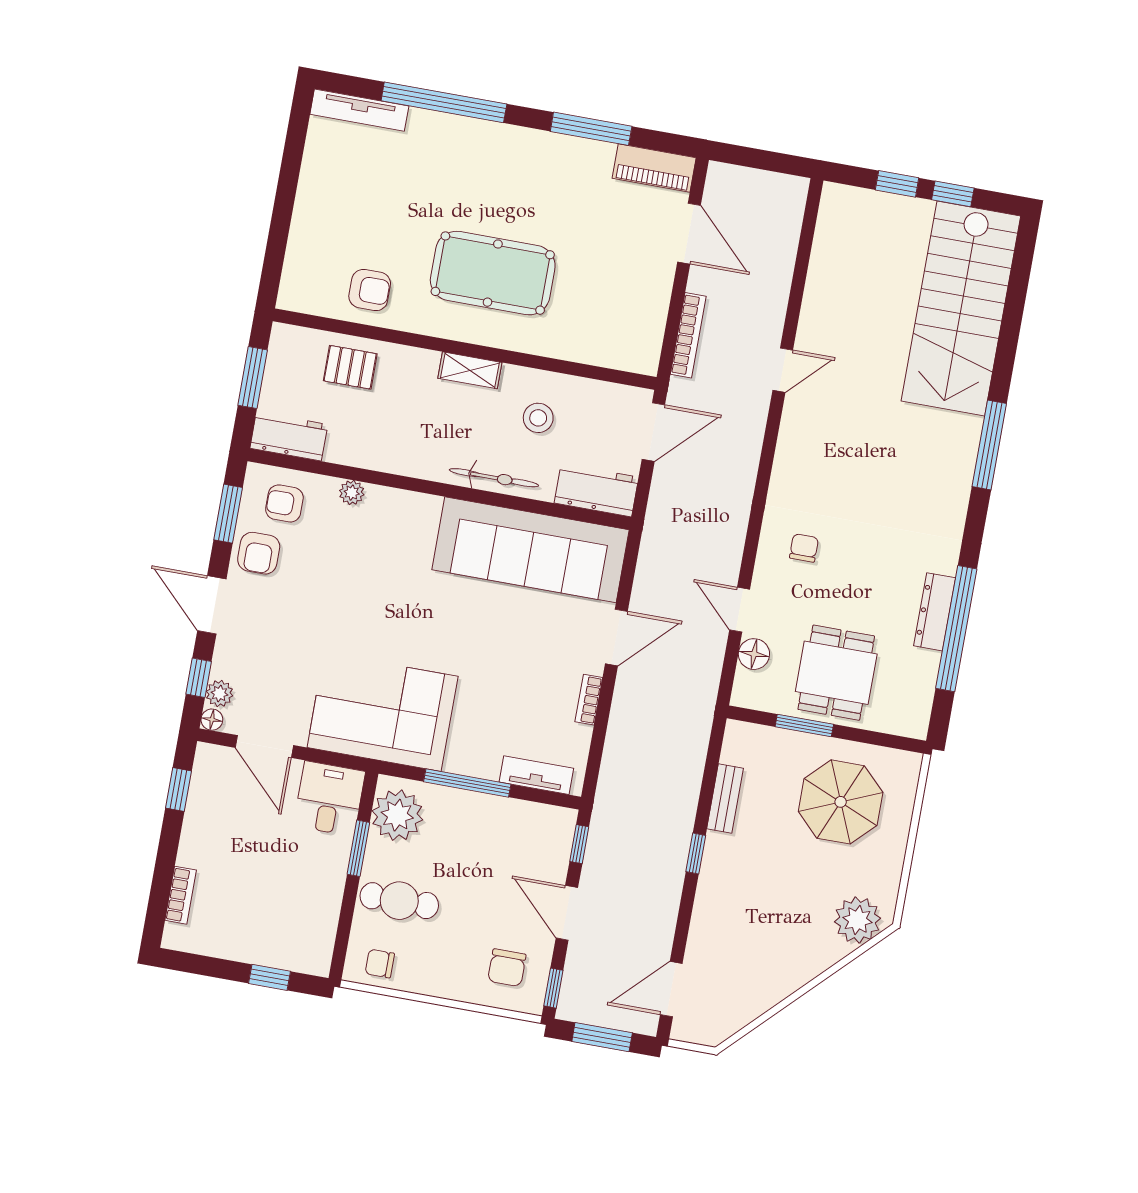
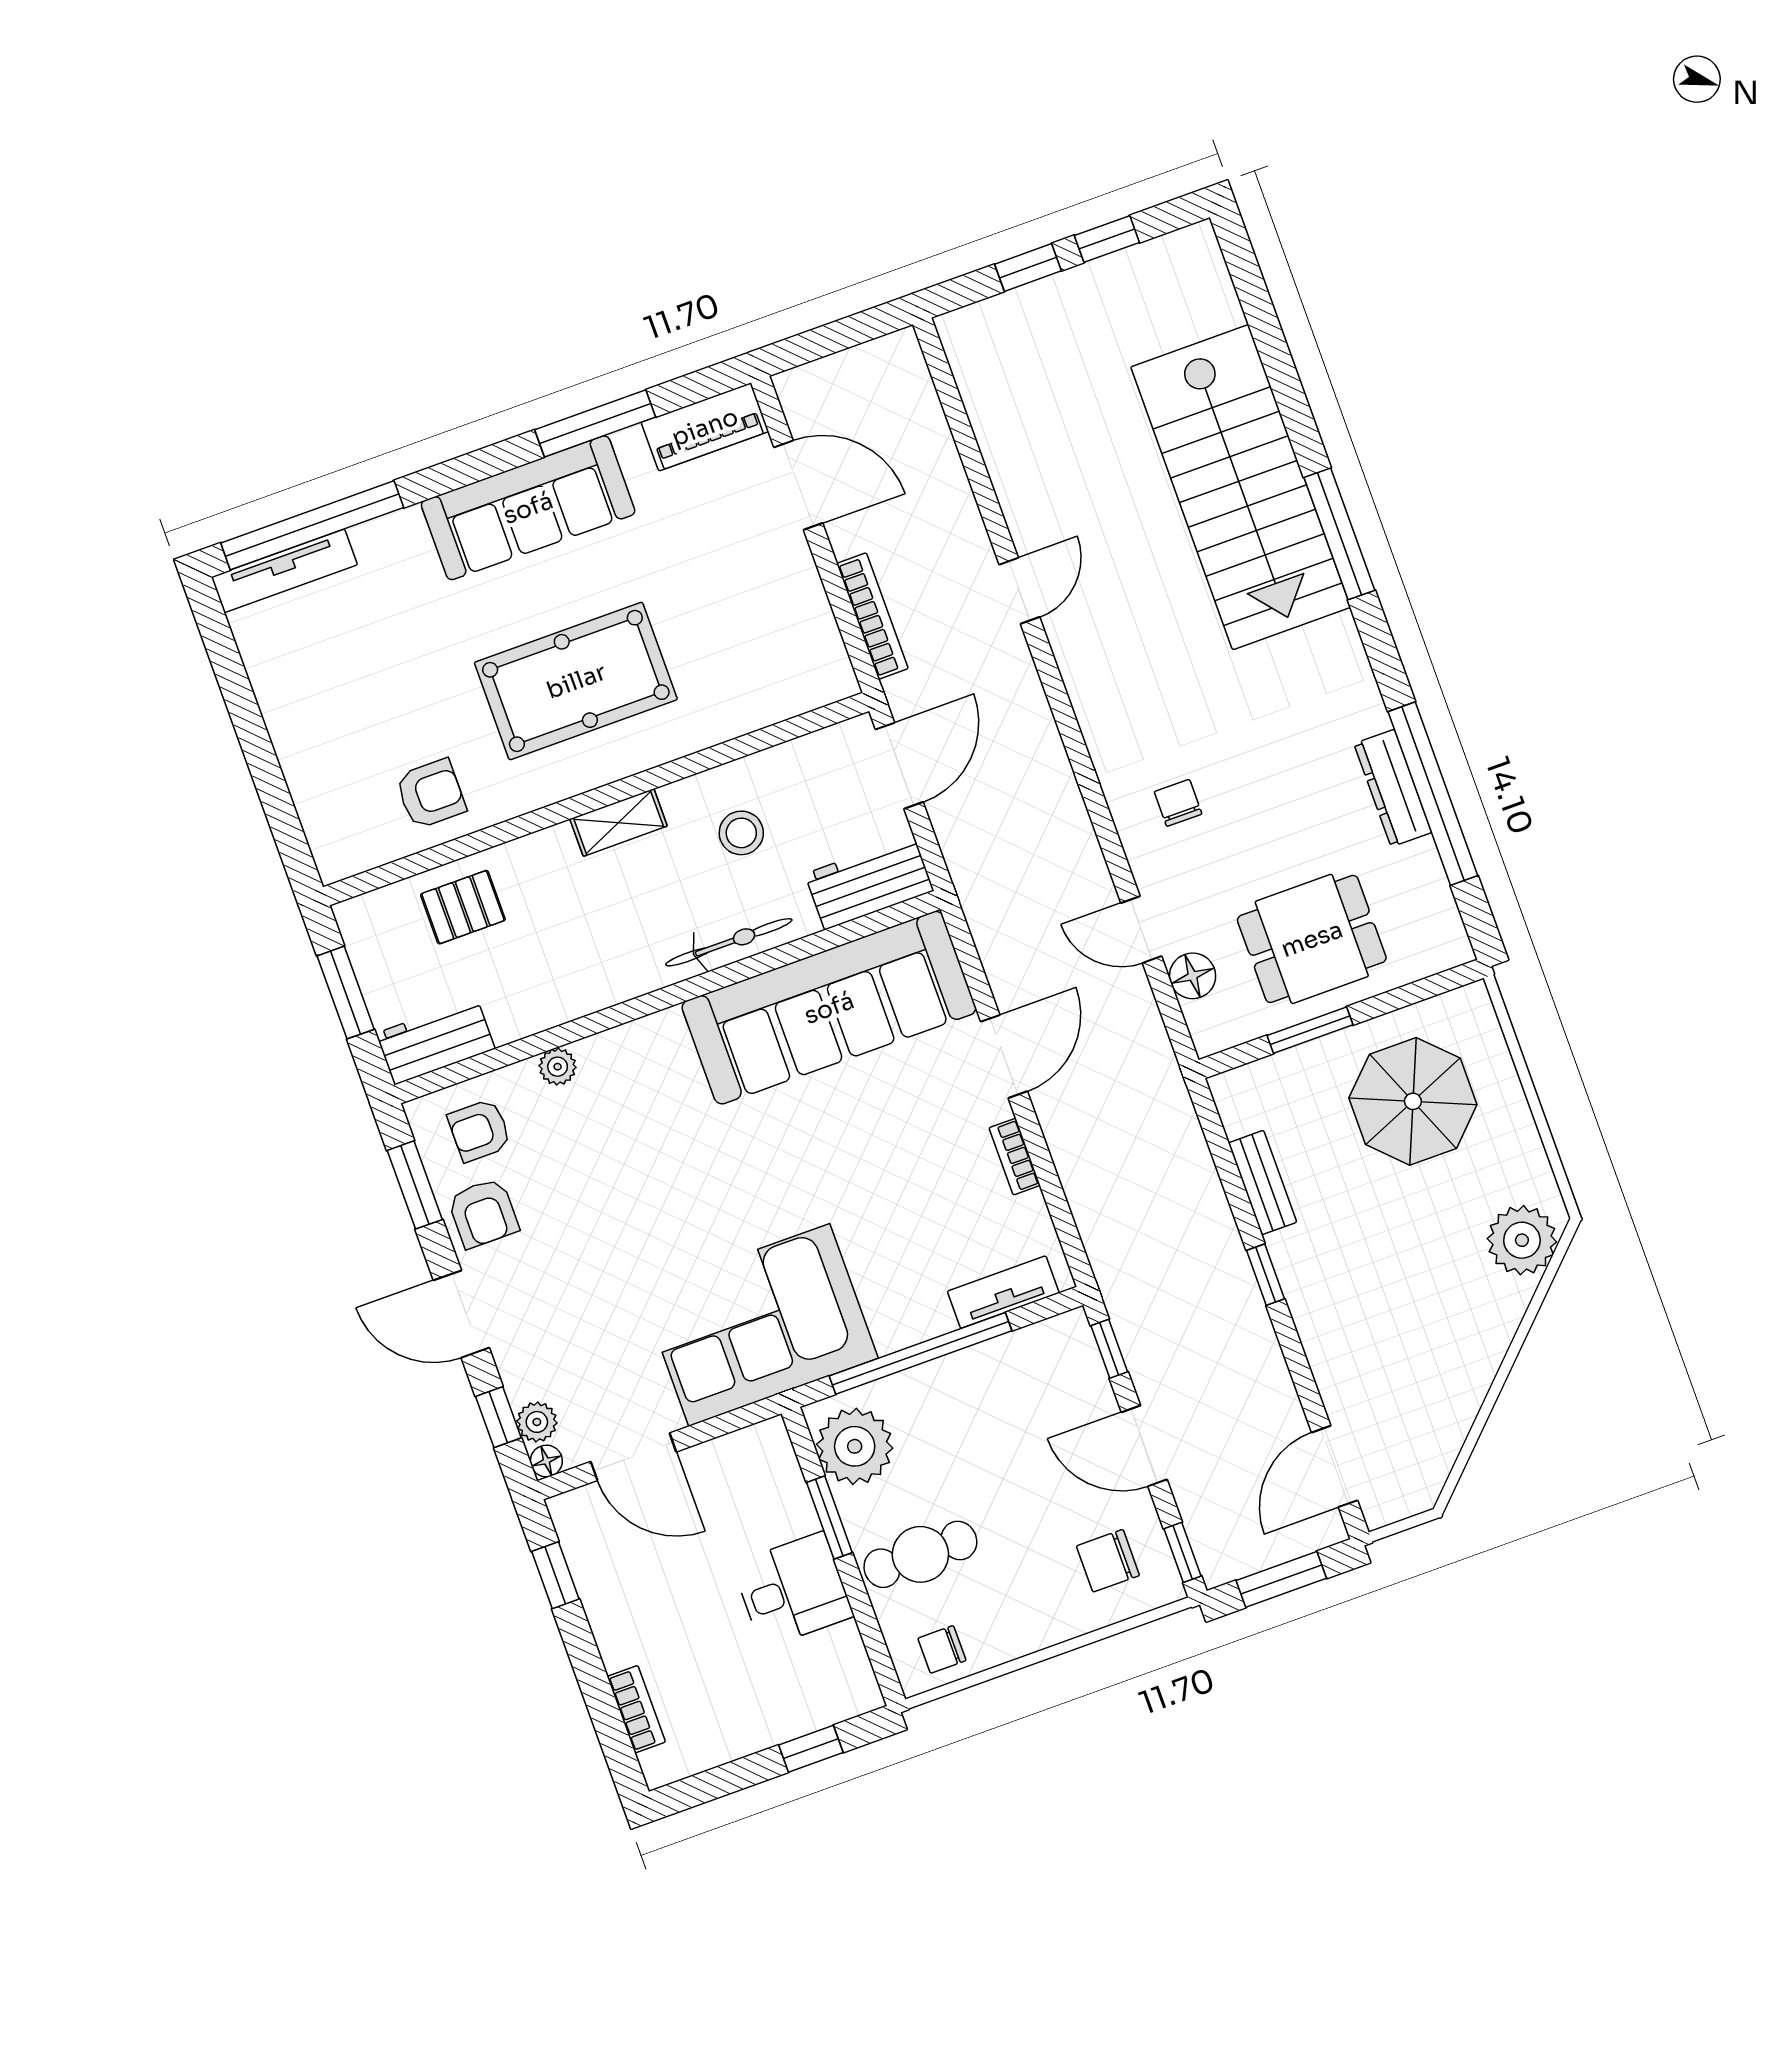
window: (444, 102) -> (312, 525), moved
sofa: (523, 156) -> (528, 508), added
stairs: (961, 309) -> (1241, 487), moved
dining table: (836, 673) -> (1312, 939), turned 90
window: (467, 783) -> (921, 1353), width x1.46
desk: (329, 799) -> (793, 1590), moved, turned 90
chair: (507, 968) -> (1108, 1561), turned 90

